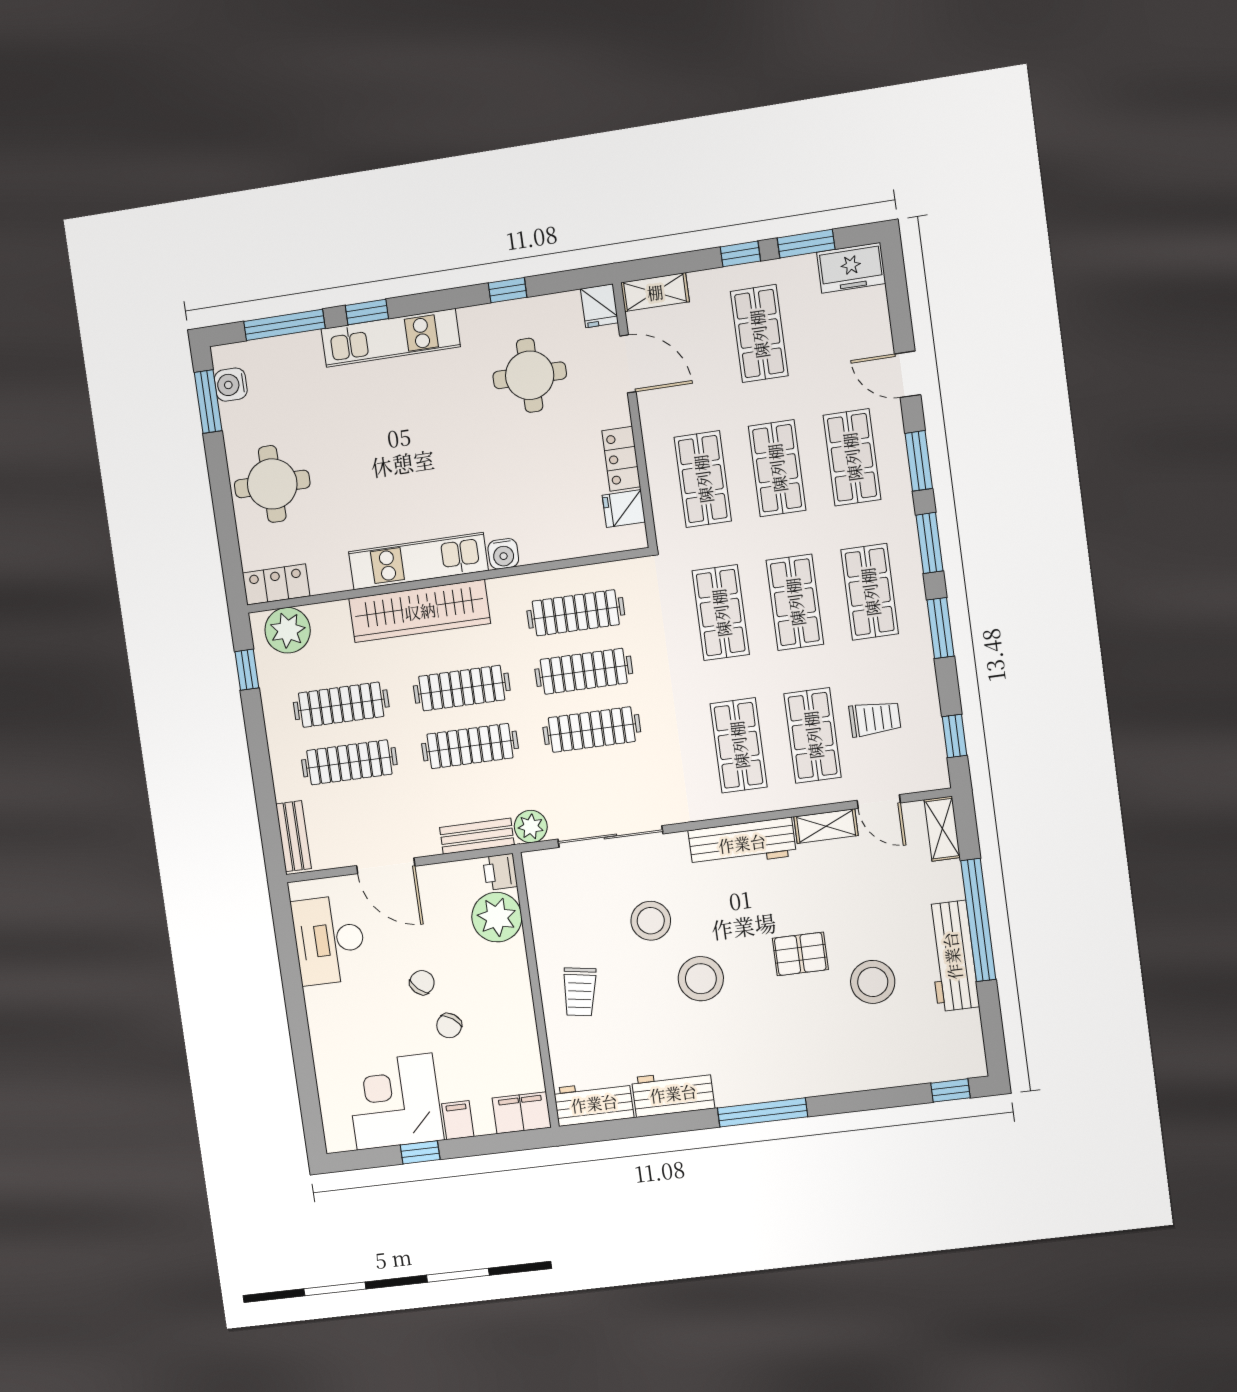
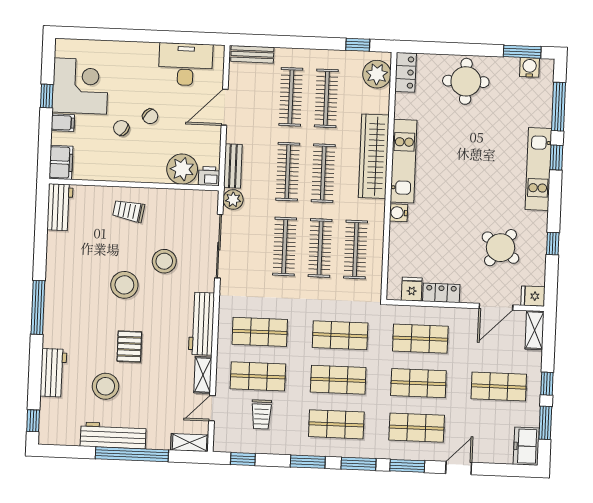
round table: (530, 375) -> (500, 248), turned 37
workbench: (673, 1093) -> (53, 373), moved

